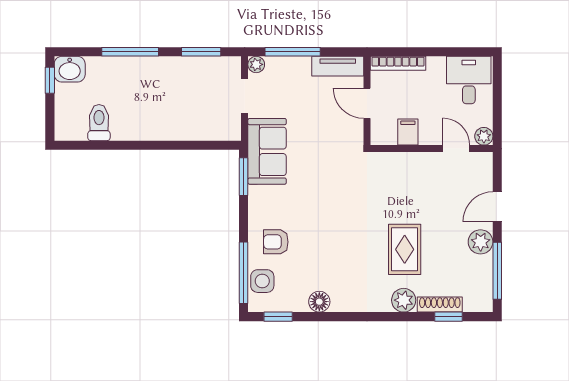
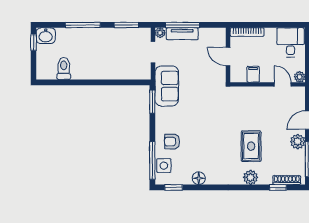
tv unit: (338, 66) -> (182, 34), moved
shoe rack: (440, 305) -> (287, 180), moved

